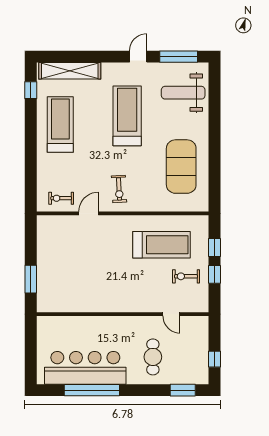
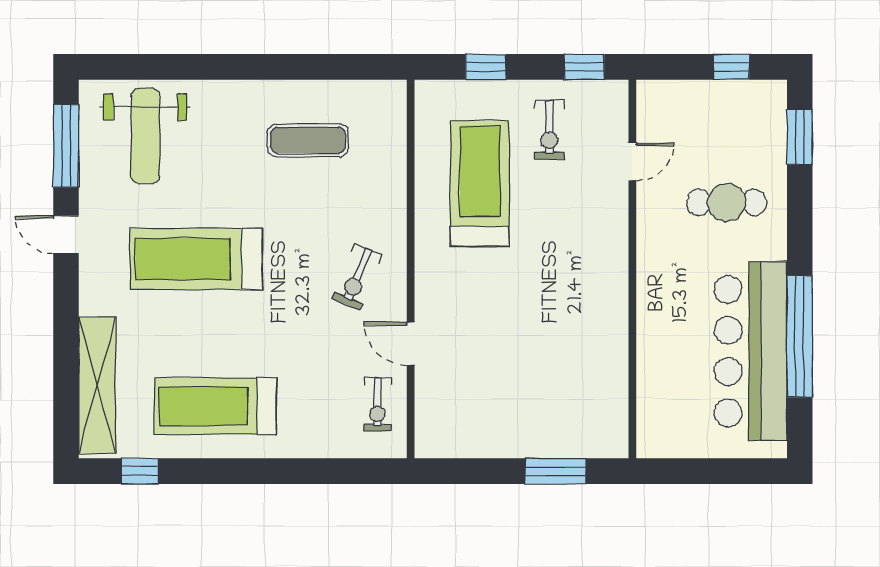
exercise mat: (181, 167) -> (308, 140), width x0.50, depth x0.69
exercise bike: (119, 189) -> (357, 277), turned 116
window: (214, 274) -> (584, 67), moved

